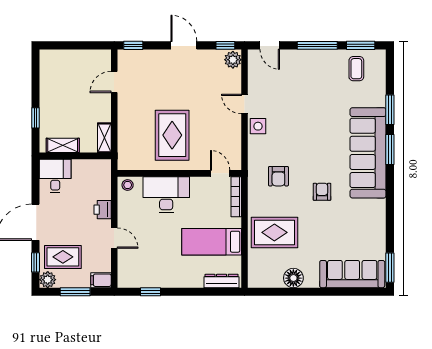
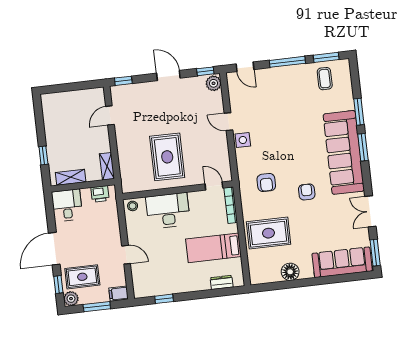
printer: (103, 210) -> (100, 194), moved, turned -90
double door: (390, 222) -> (370, 211), added
dresser: (222, 281) -> (222, 282), width x0.70

